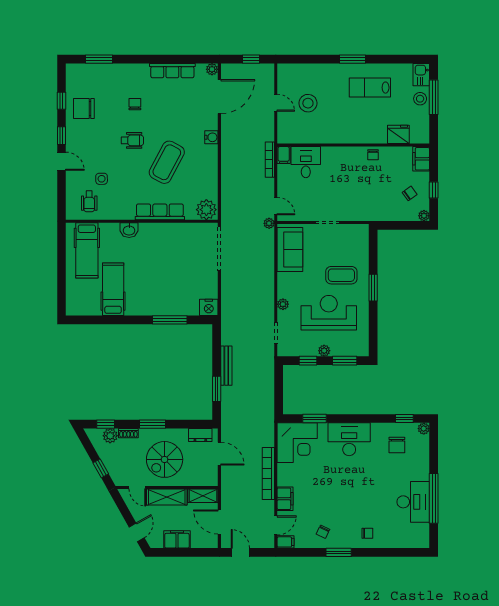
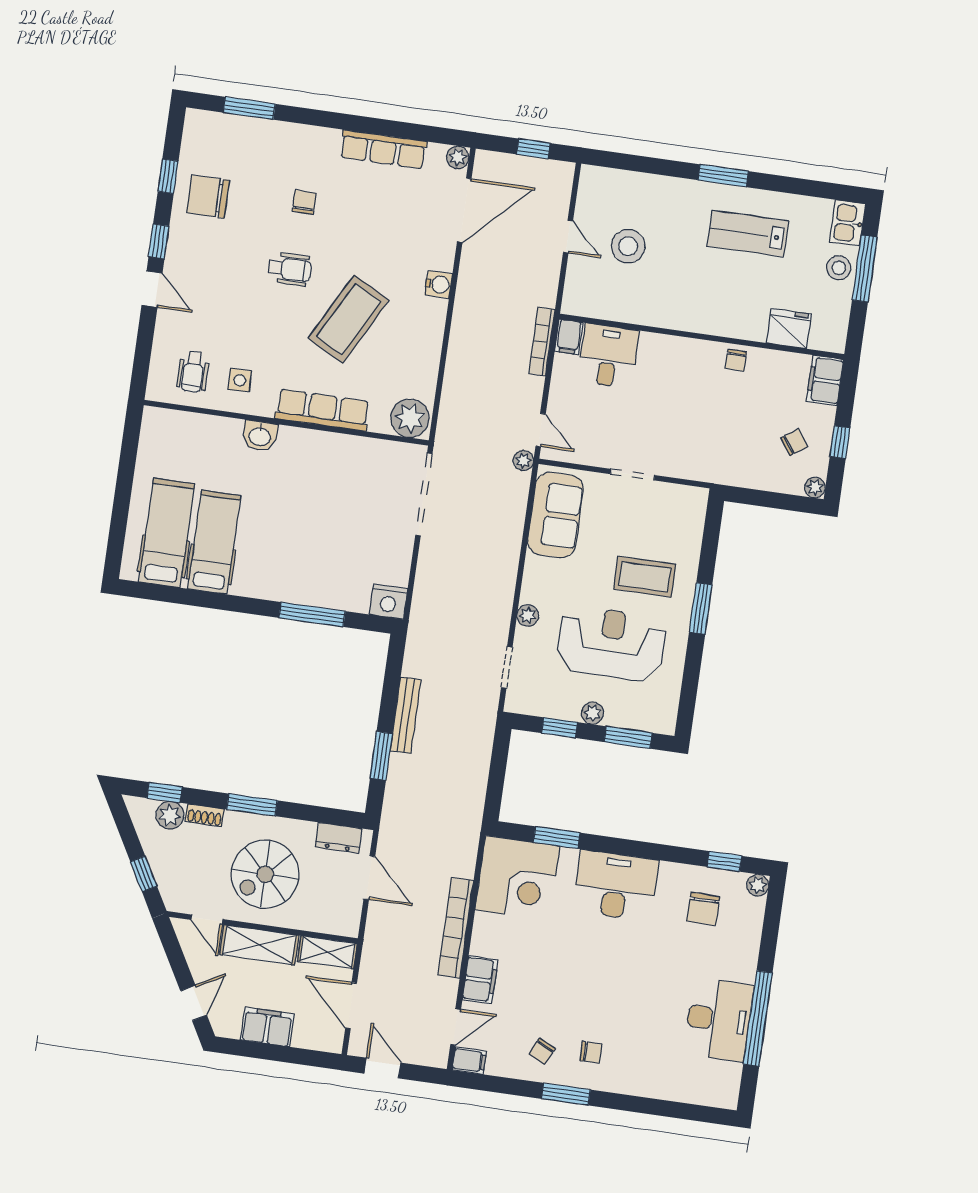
side table: (102, 179) -> (240, 380), moved
hospital bed: (87, 250) -> (167, 533), moved, turned 180
chair: (367, 533) -> (591, 1052), moved

